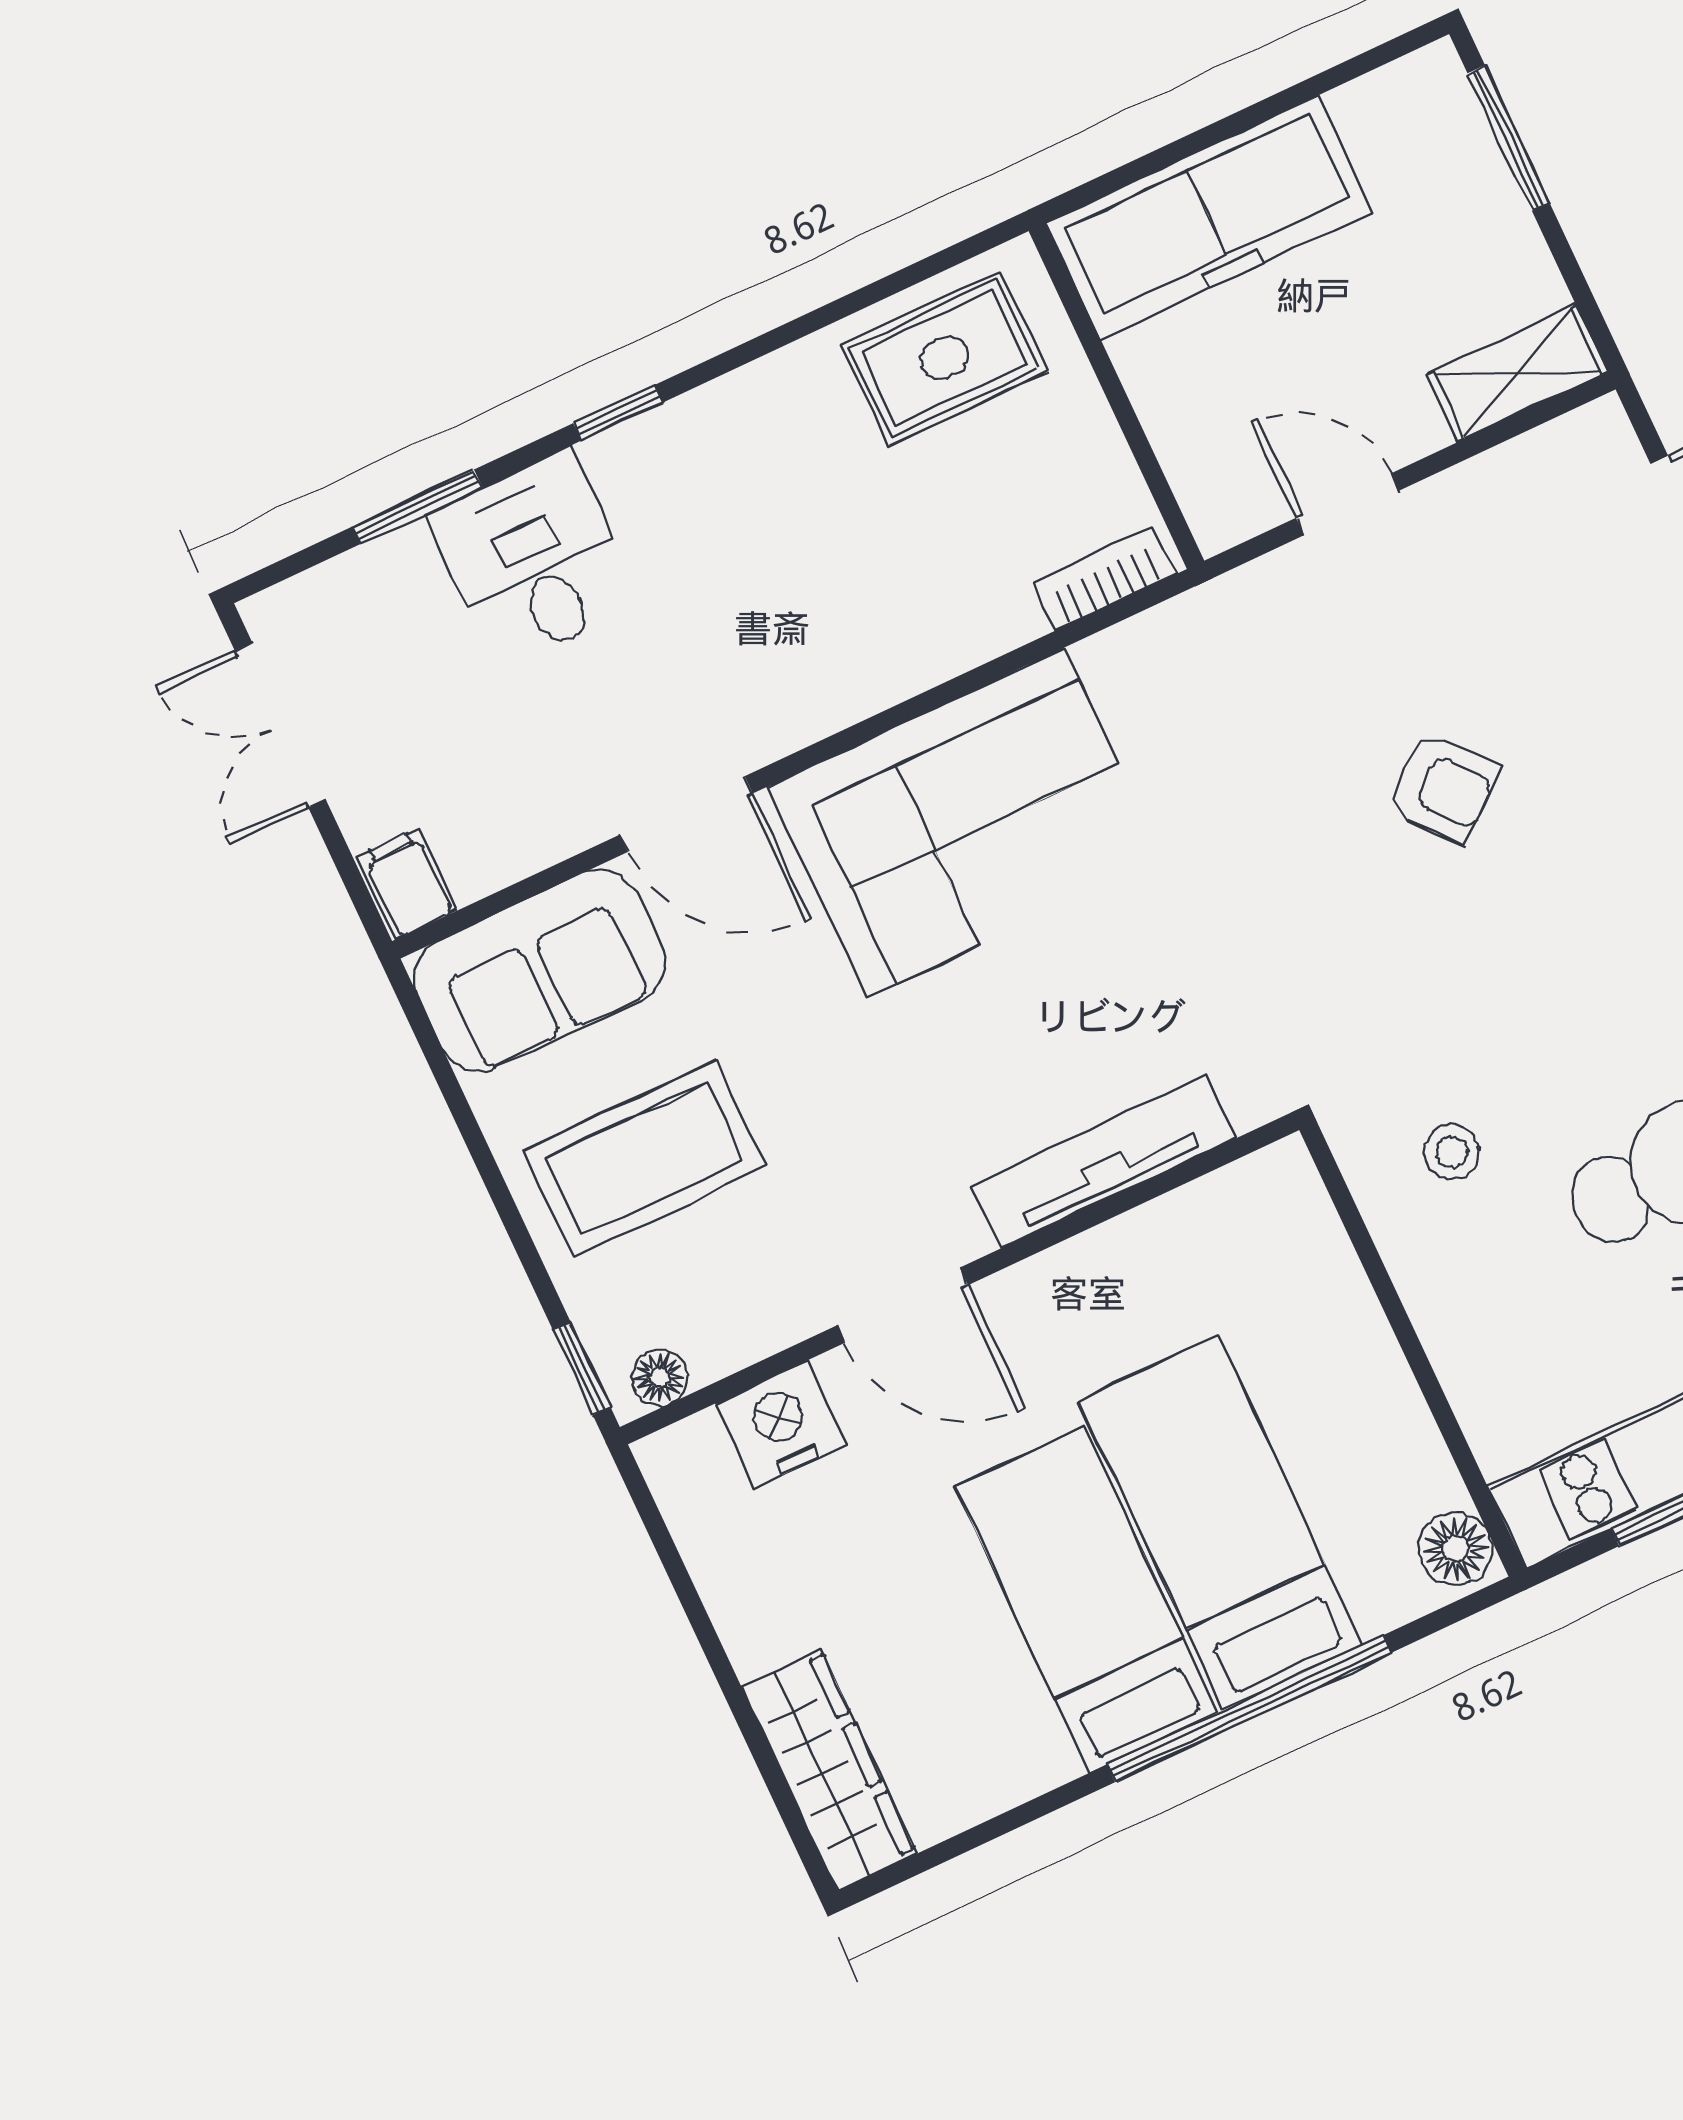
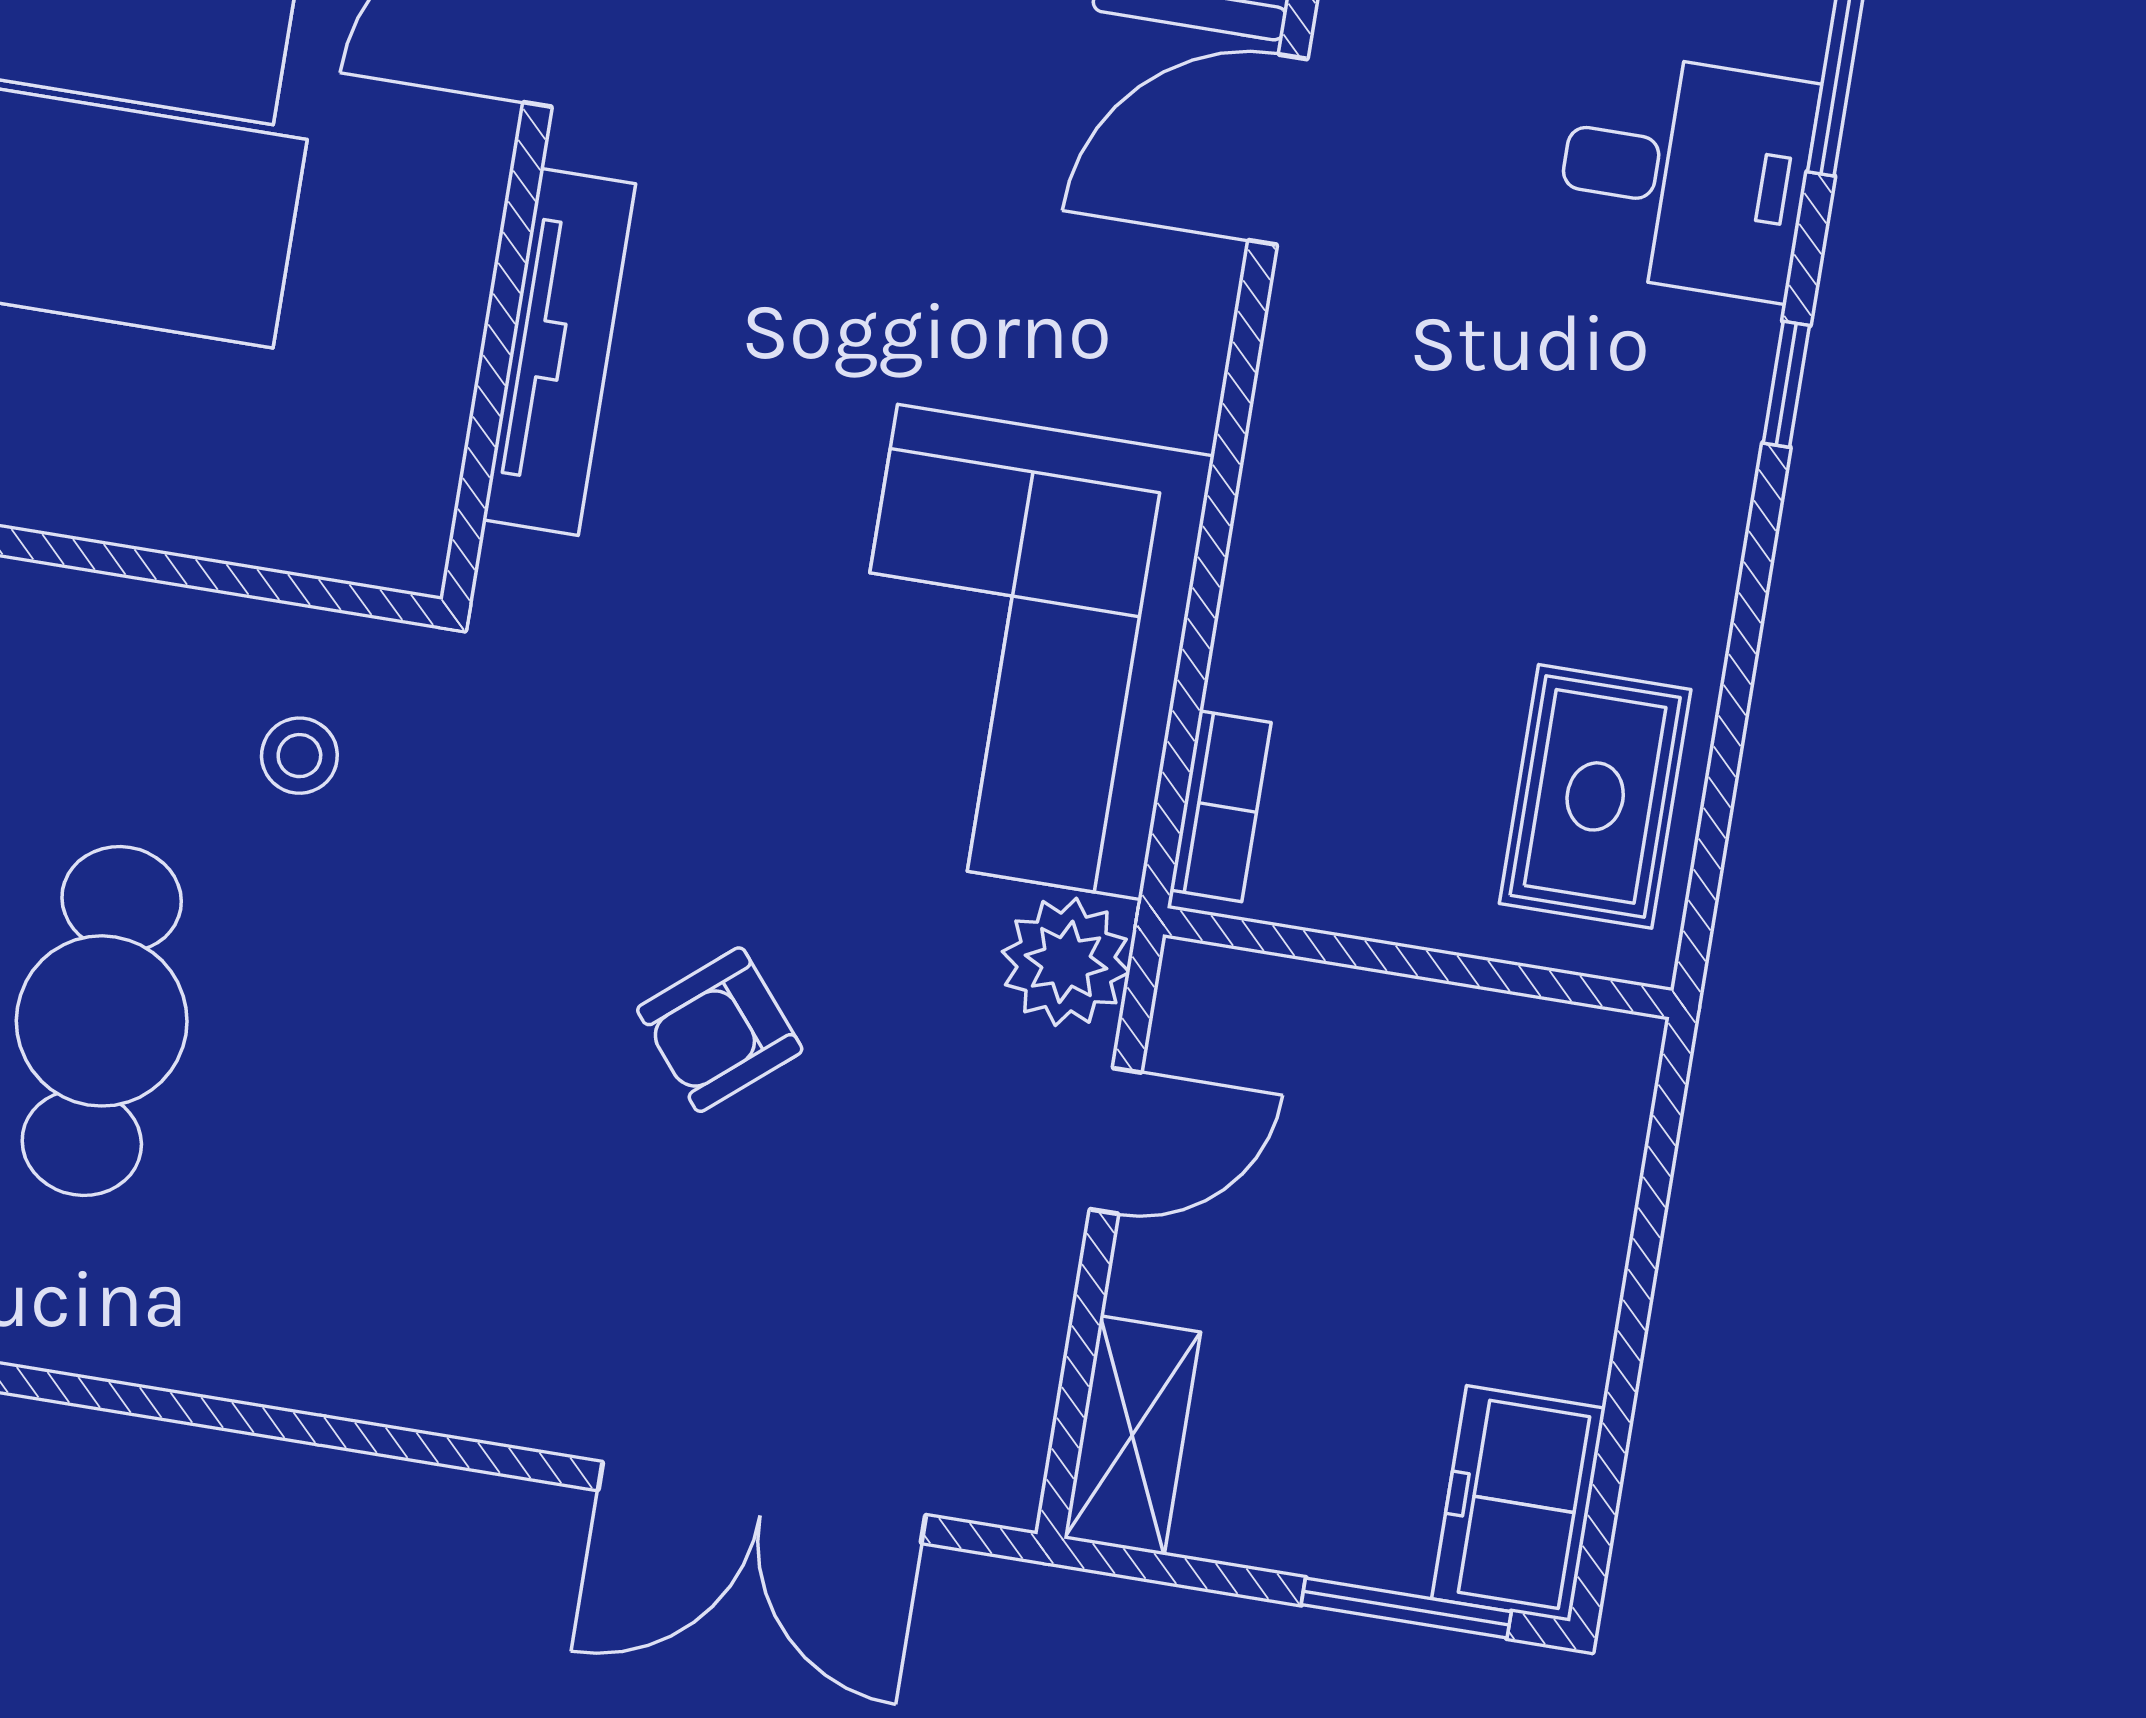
freezer: (1209, 218) -> (1518, 1503), moved, width x0.52, depth x0.79
plant: (1261, 608) -> (1066, 962), added
corner sofa: (965, 823) -> (1020, 652), moved

